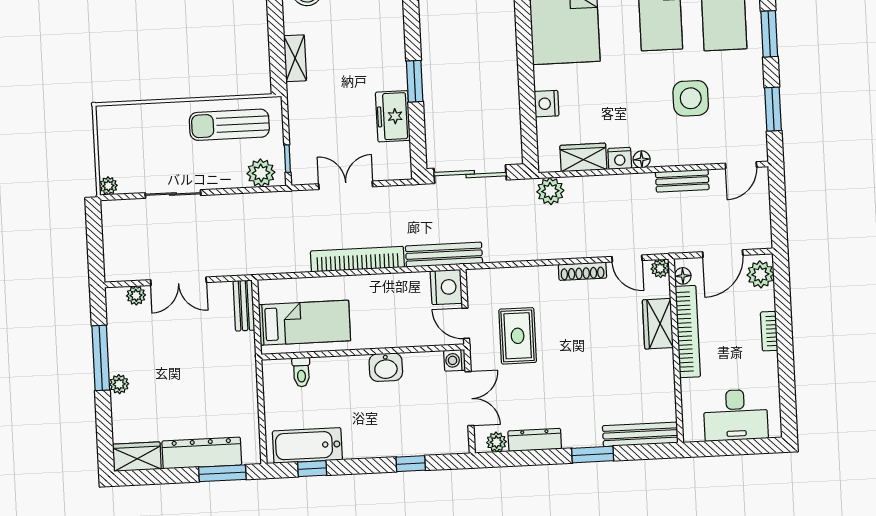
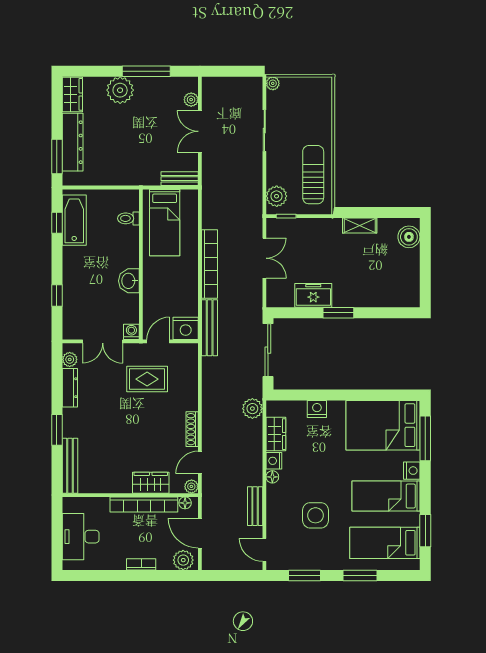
plant: (119, 384) -> (120, 90), width x1.88, depth x1.88

